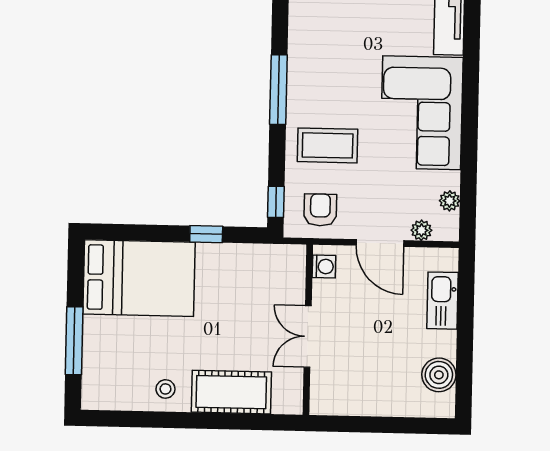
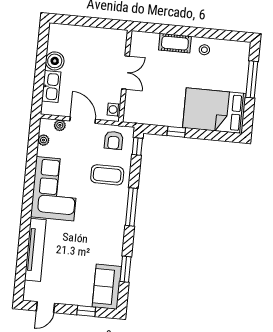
boiler: (439, 375) -> (55, 61), moved
cot: (231, 392) -> (175, 43), width x0.73, depth x0.75

